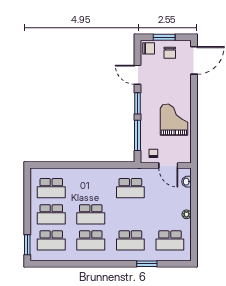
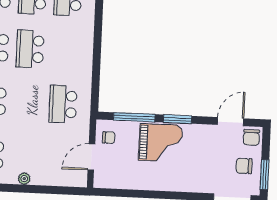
window: (164, 37) -> (265, 175), moved
door: (138, 75) -> (231, 122), moved
grand piano: (174, 120) -> (161, 143), moved
washbasin: (186, 182) -> (68, 181), removed

